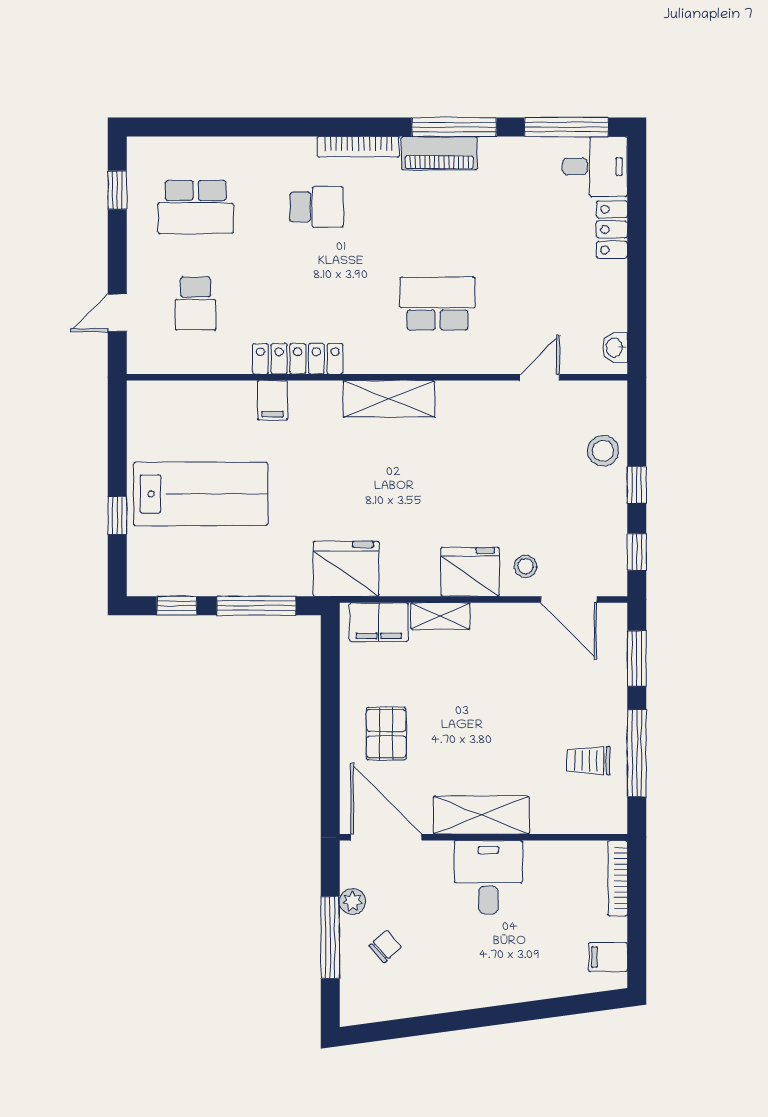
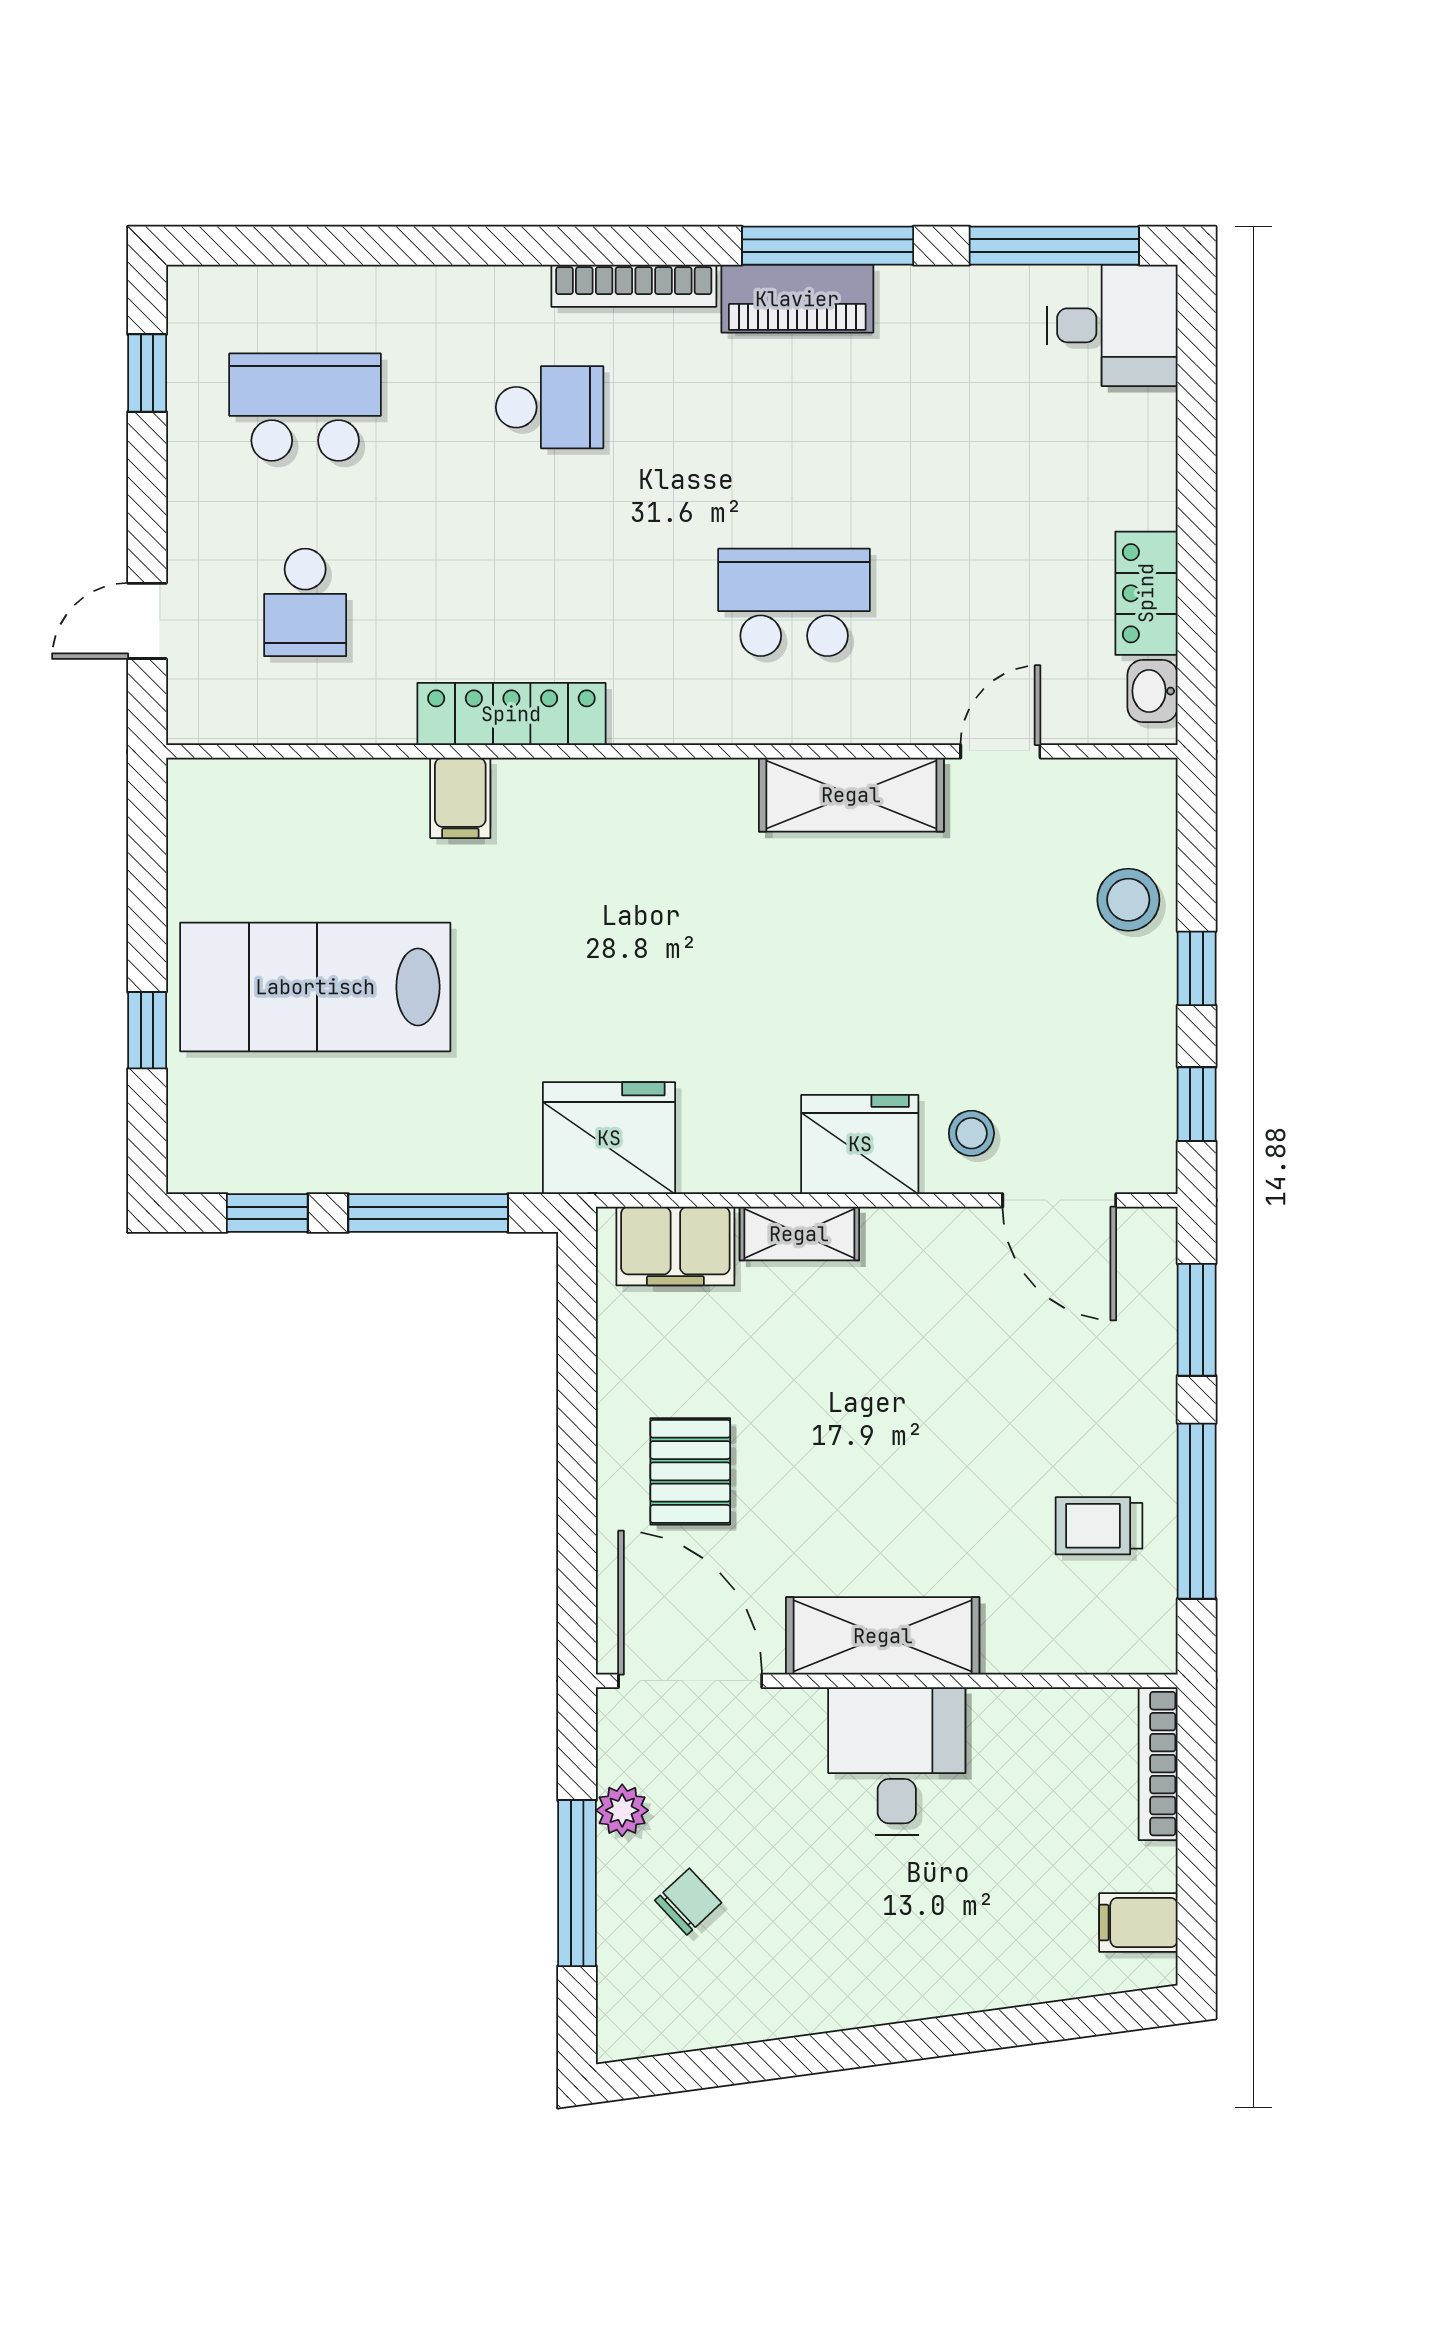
school desk: (196, 207) -> (305, 407), turned 180
locker: (612, 230) -> (1146, 593), moved
shelving: (389, 399) -> (851, 795), moved
lab bench: (201, 494) -> (315, 987), turned 180

